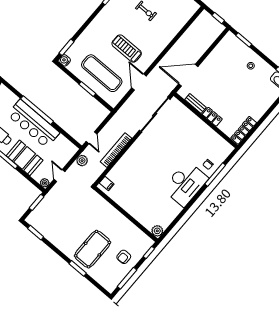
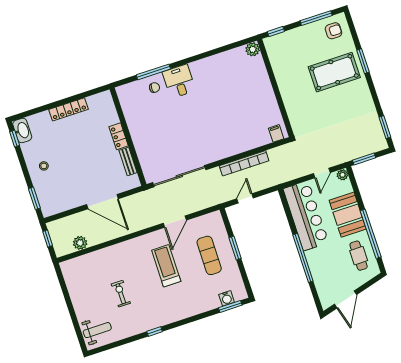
treadmill: (127, 49) -> (166, 266), turned 180
water cooler: (65, 60) -> (227, 298), moved
exercise mat: (102, 73) -> (209, 255), width x0.73, depth x0.69
door: (188, 75) -> (102, 202), moved
bar counter: (33, 124) -> (306, 216), moved
locker: (244, 130) -> (68, 109), moved
door: (92, 138) -> (245, 198), moved
plant: (82, 161) -> (80, 243), moved
desk: (185, 184) -> (179, 81), width x0.53, depth x0.77
armchair: (124, 257) -> (334, 31), moved

